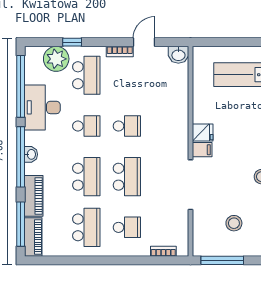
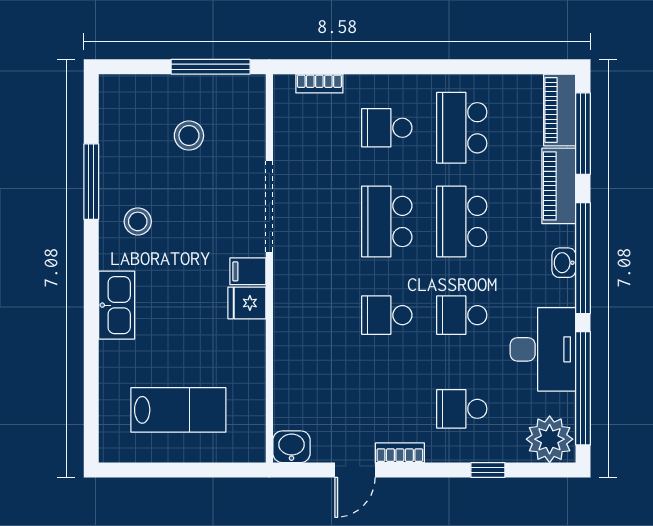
plant: (56, 59) -> (550, 439), moved
school desk: (86, 75) -> (462, 409), width x0.54

